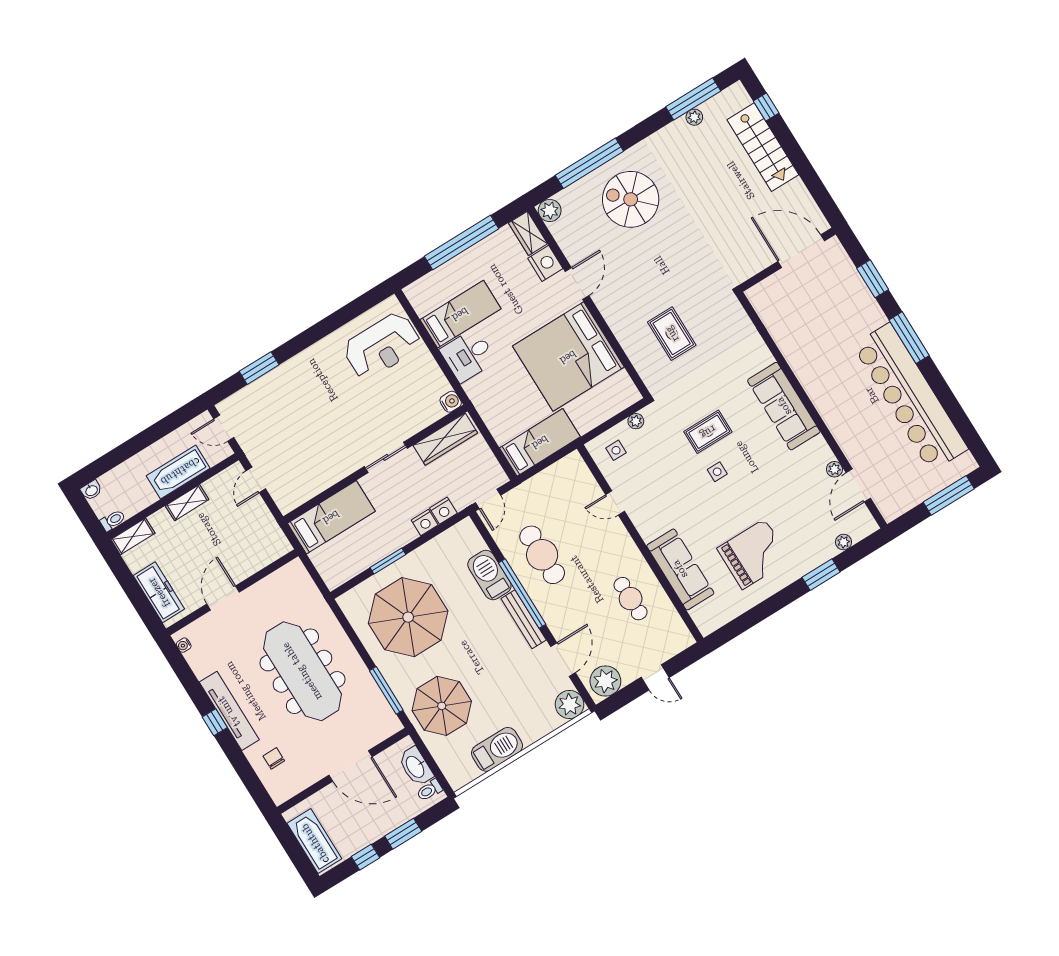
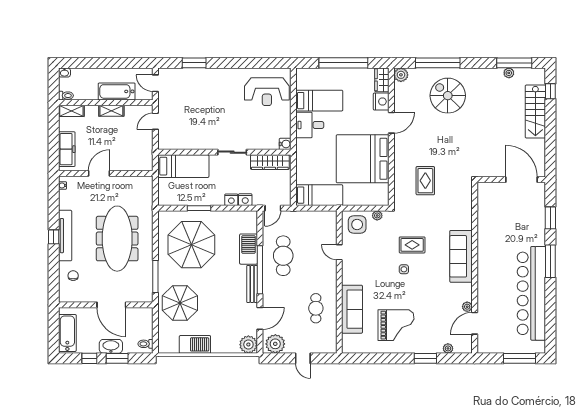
side table: (616, 450) -> (357, 224), width x1.87, depth x1.87
washbasin: (416, 767) -> (111, 346), moved, turned 90

